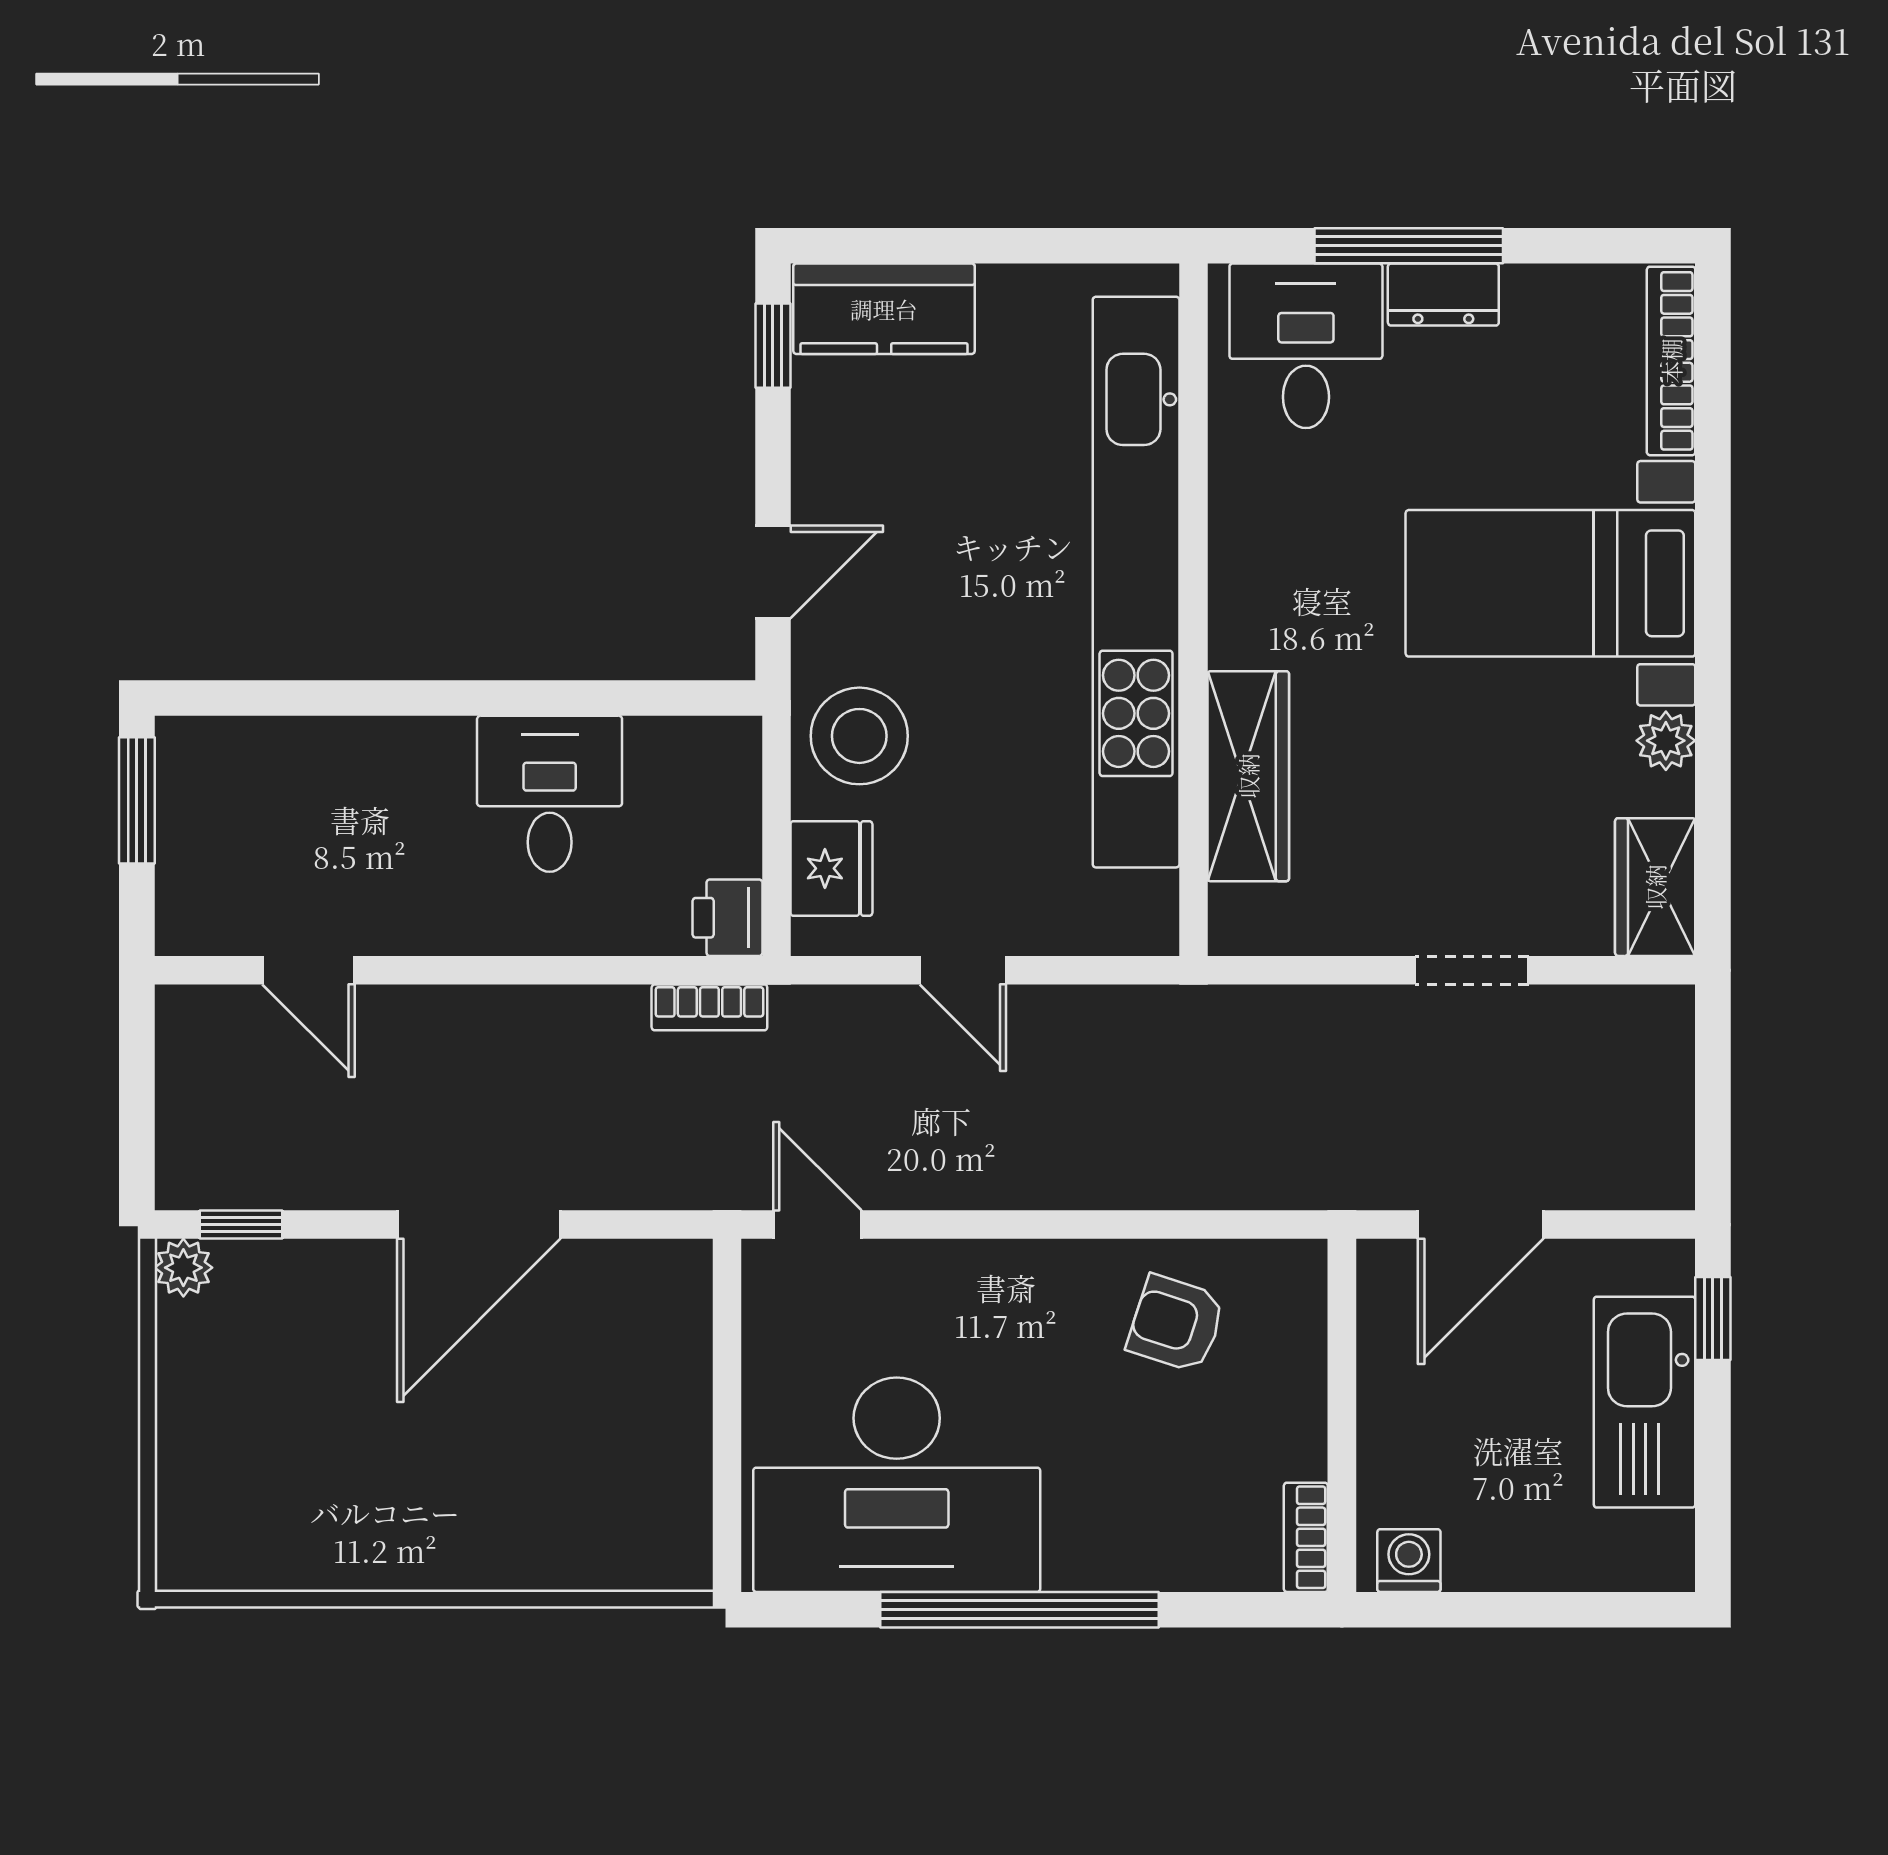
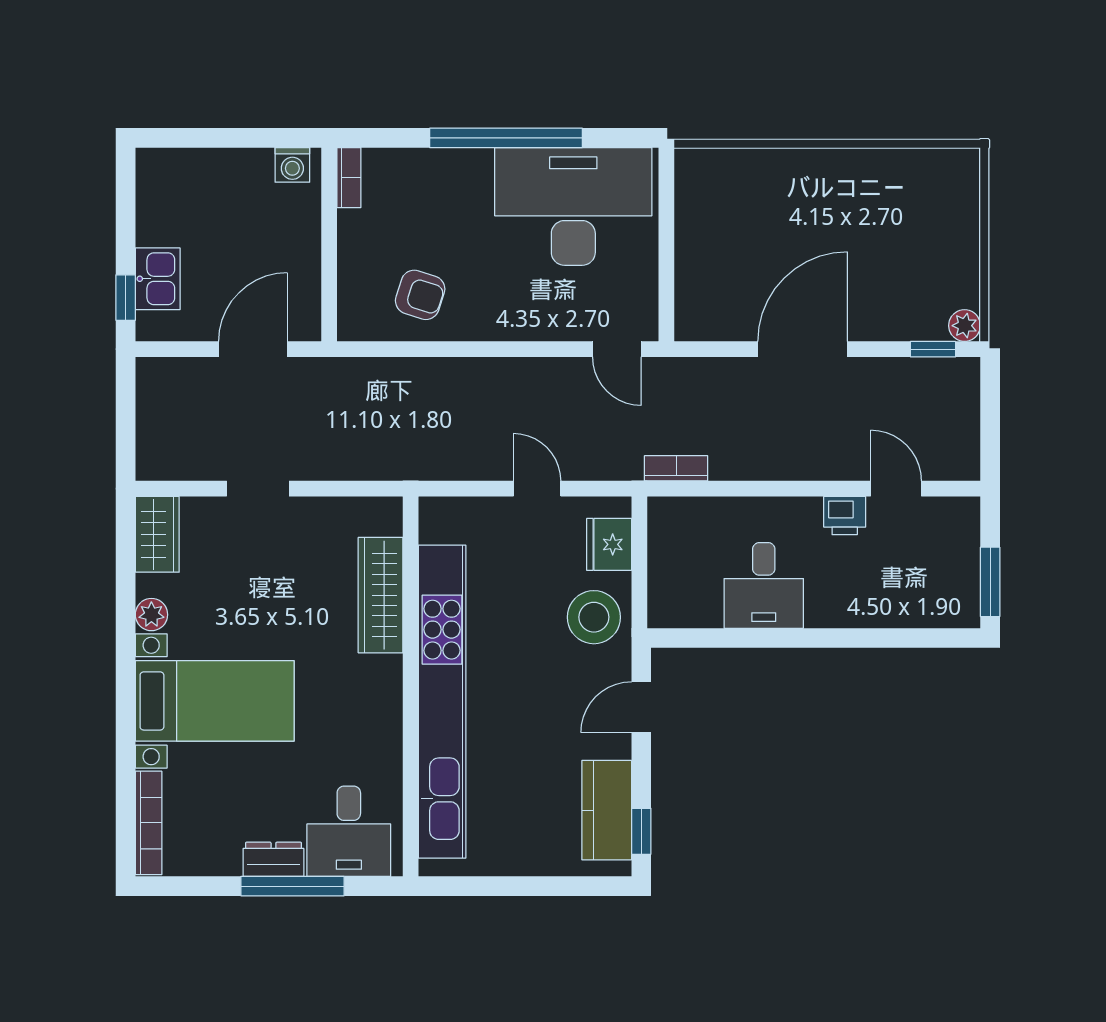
kitchen counter: (884, 309) -> (607, 810), moved, turned -90
printer: (728, 918) -> (845, 516), moved, turned 90
kitchen sink: (1645, 1402) -> (158, 279), width x0.53, depth x0.81

